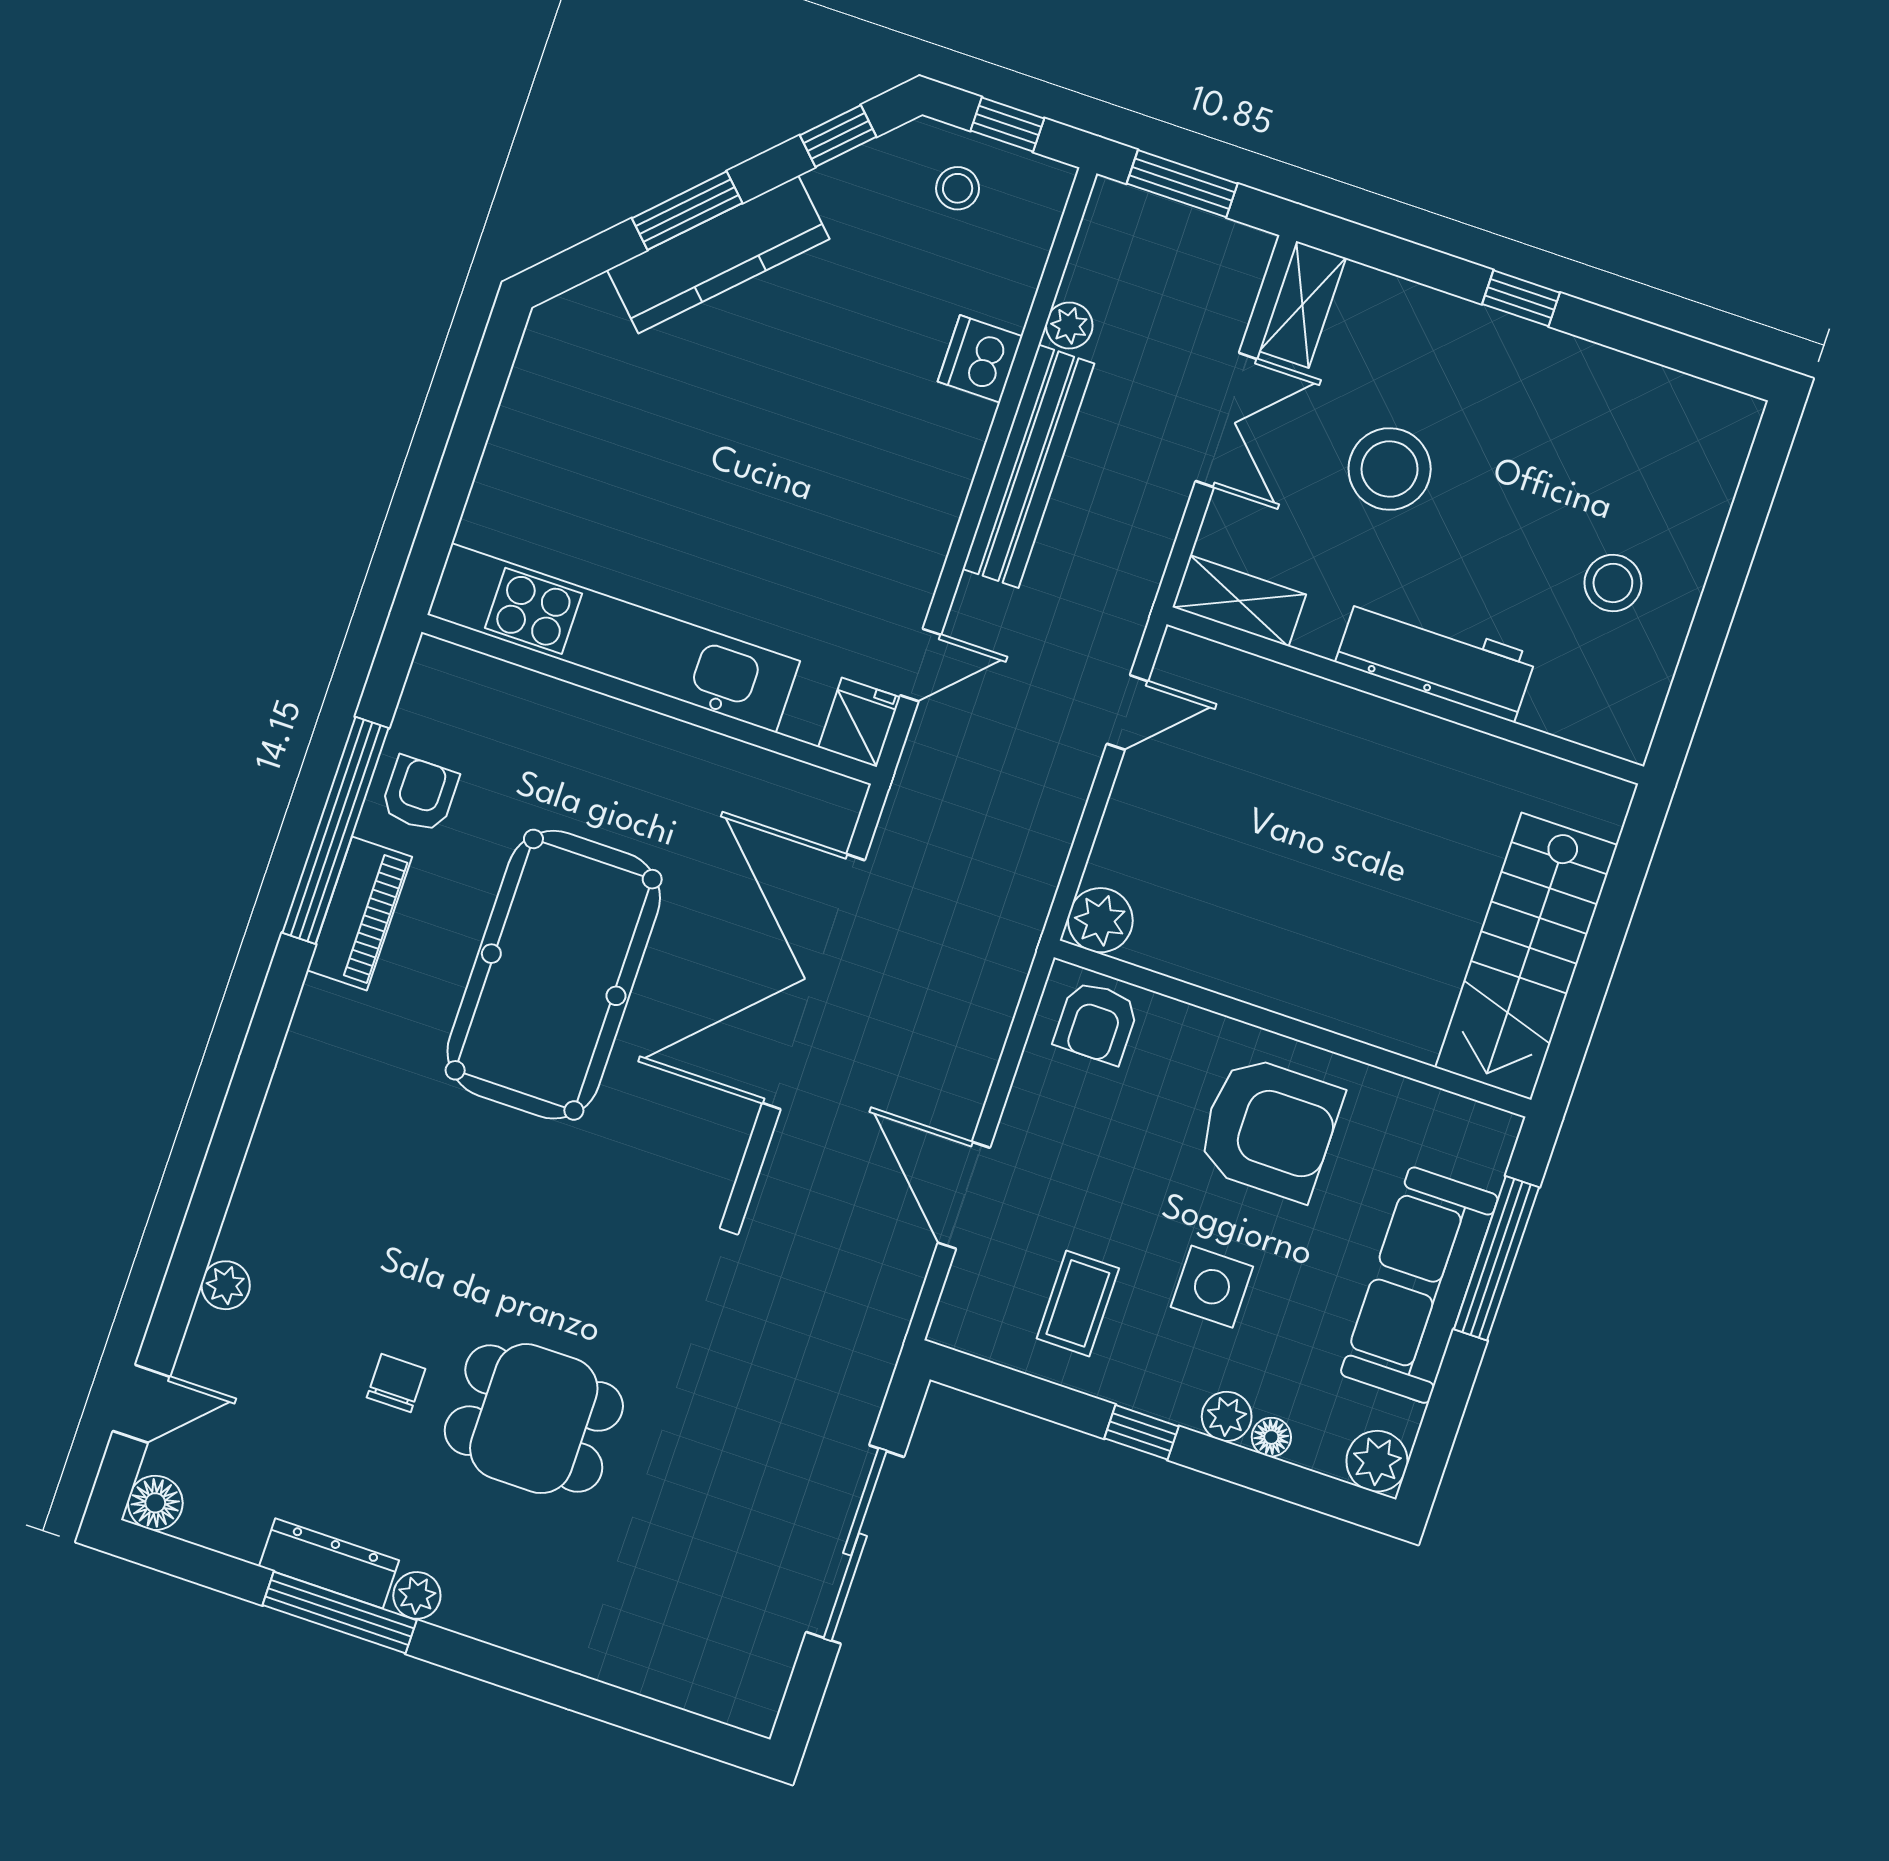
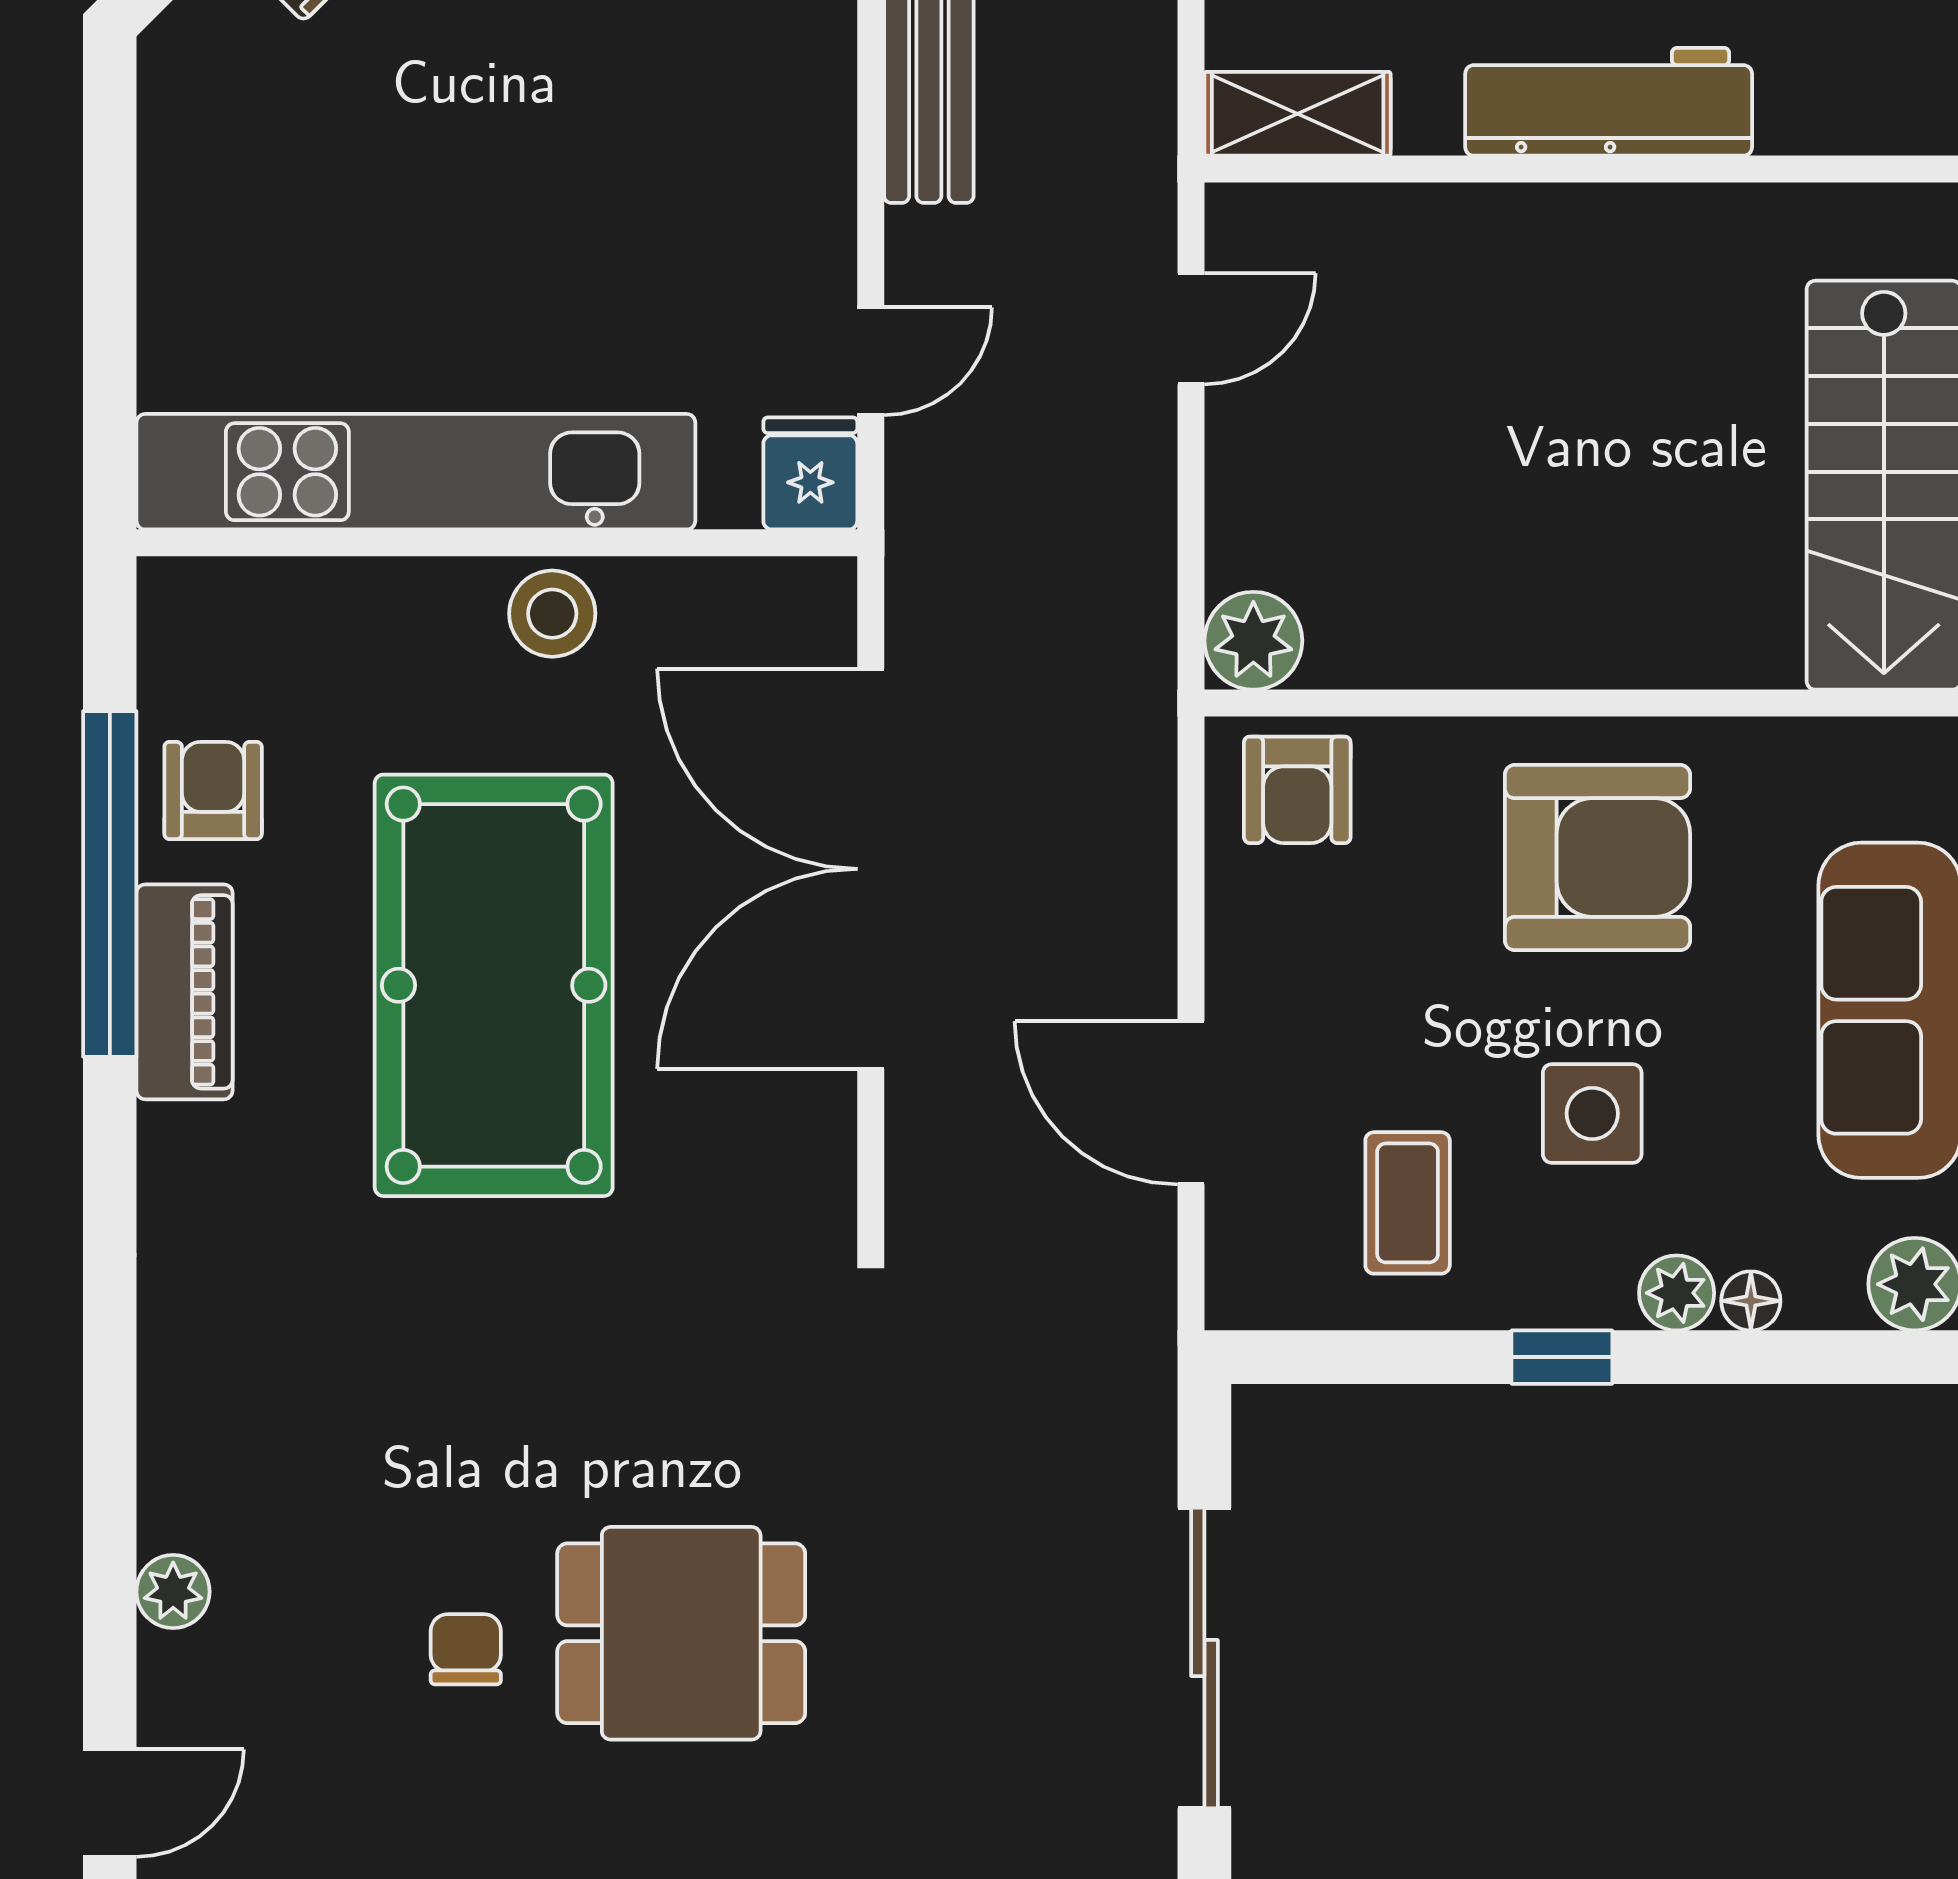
stool: (669, 755) -> (552, 614), added

